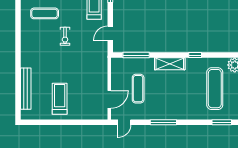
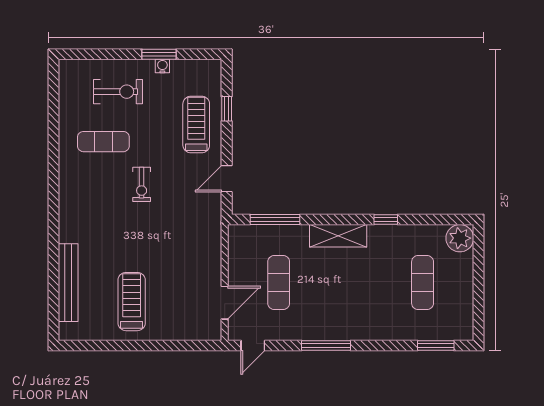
exercise mat: (215, 89) -> (423, 283), width x0.73, depth x0.69

